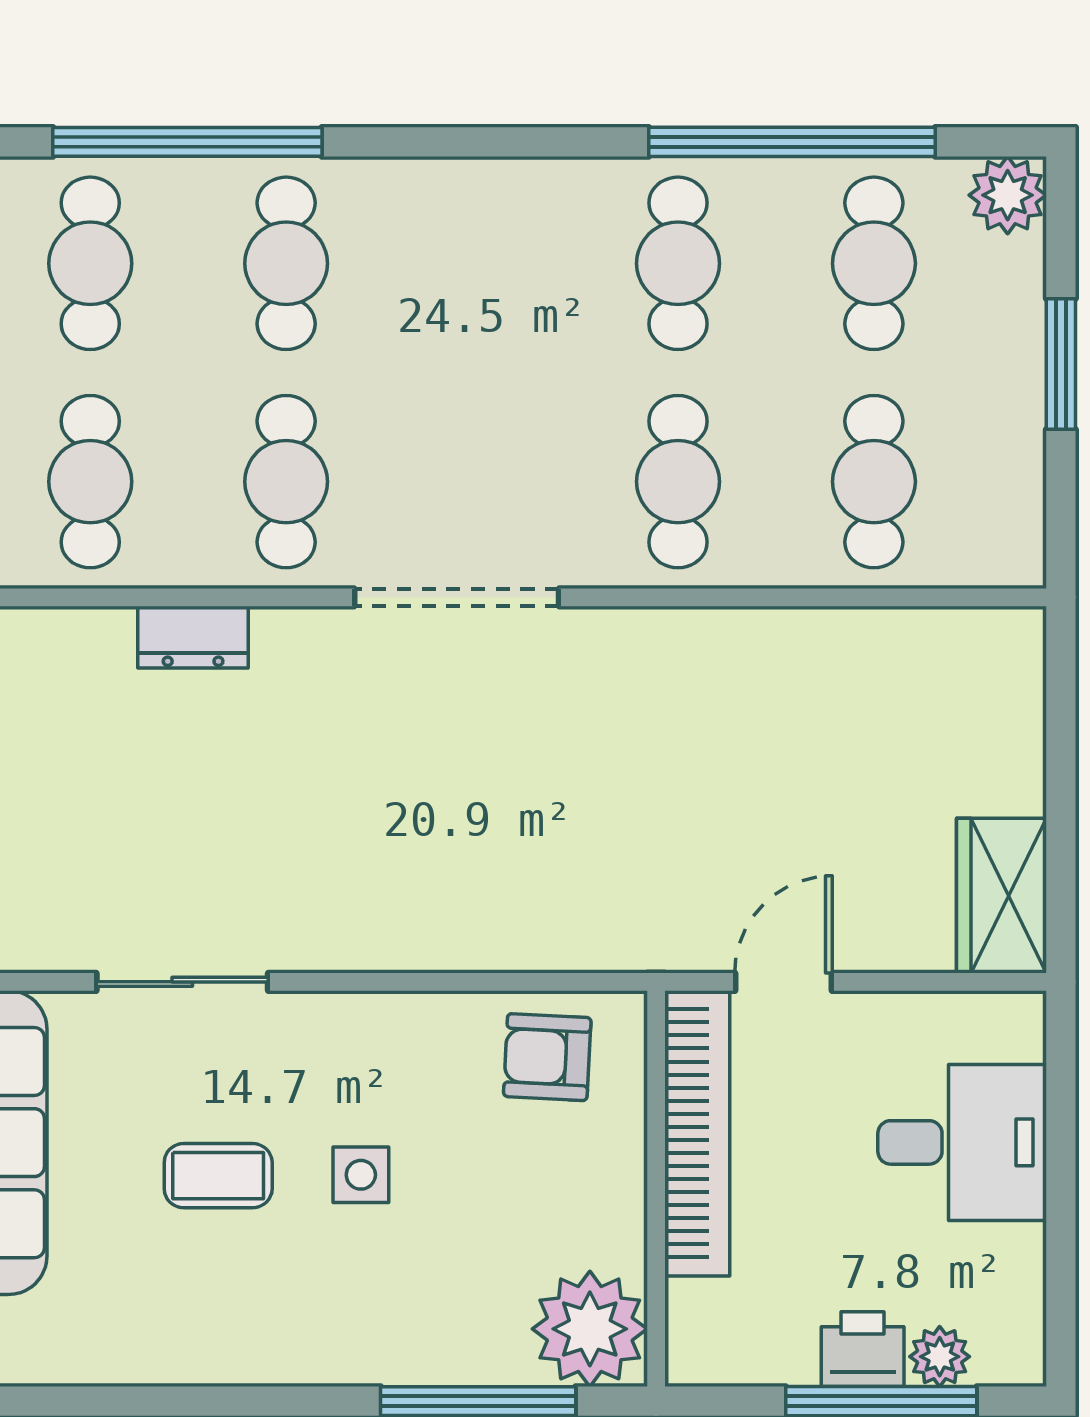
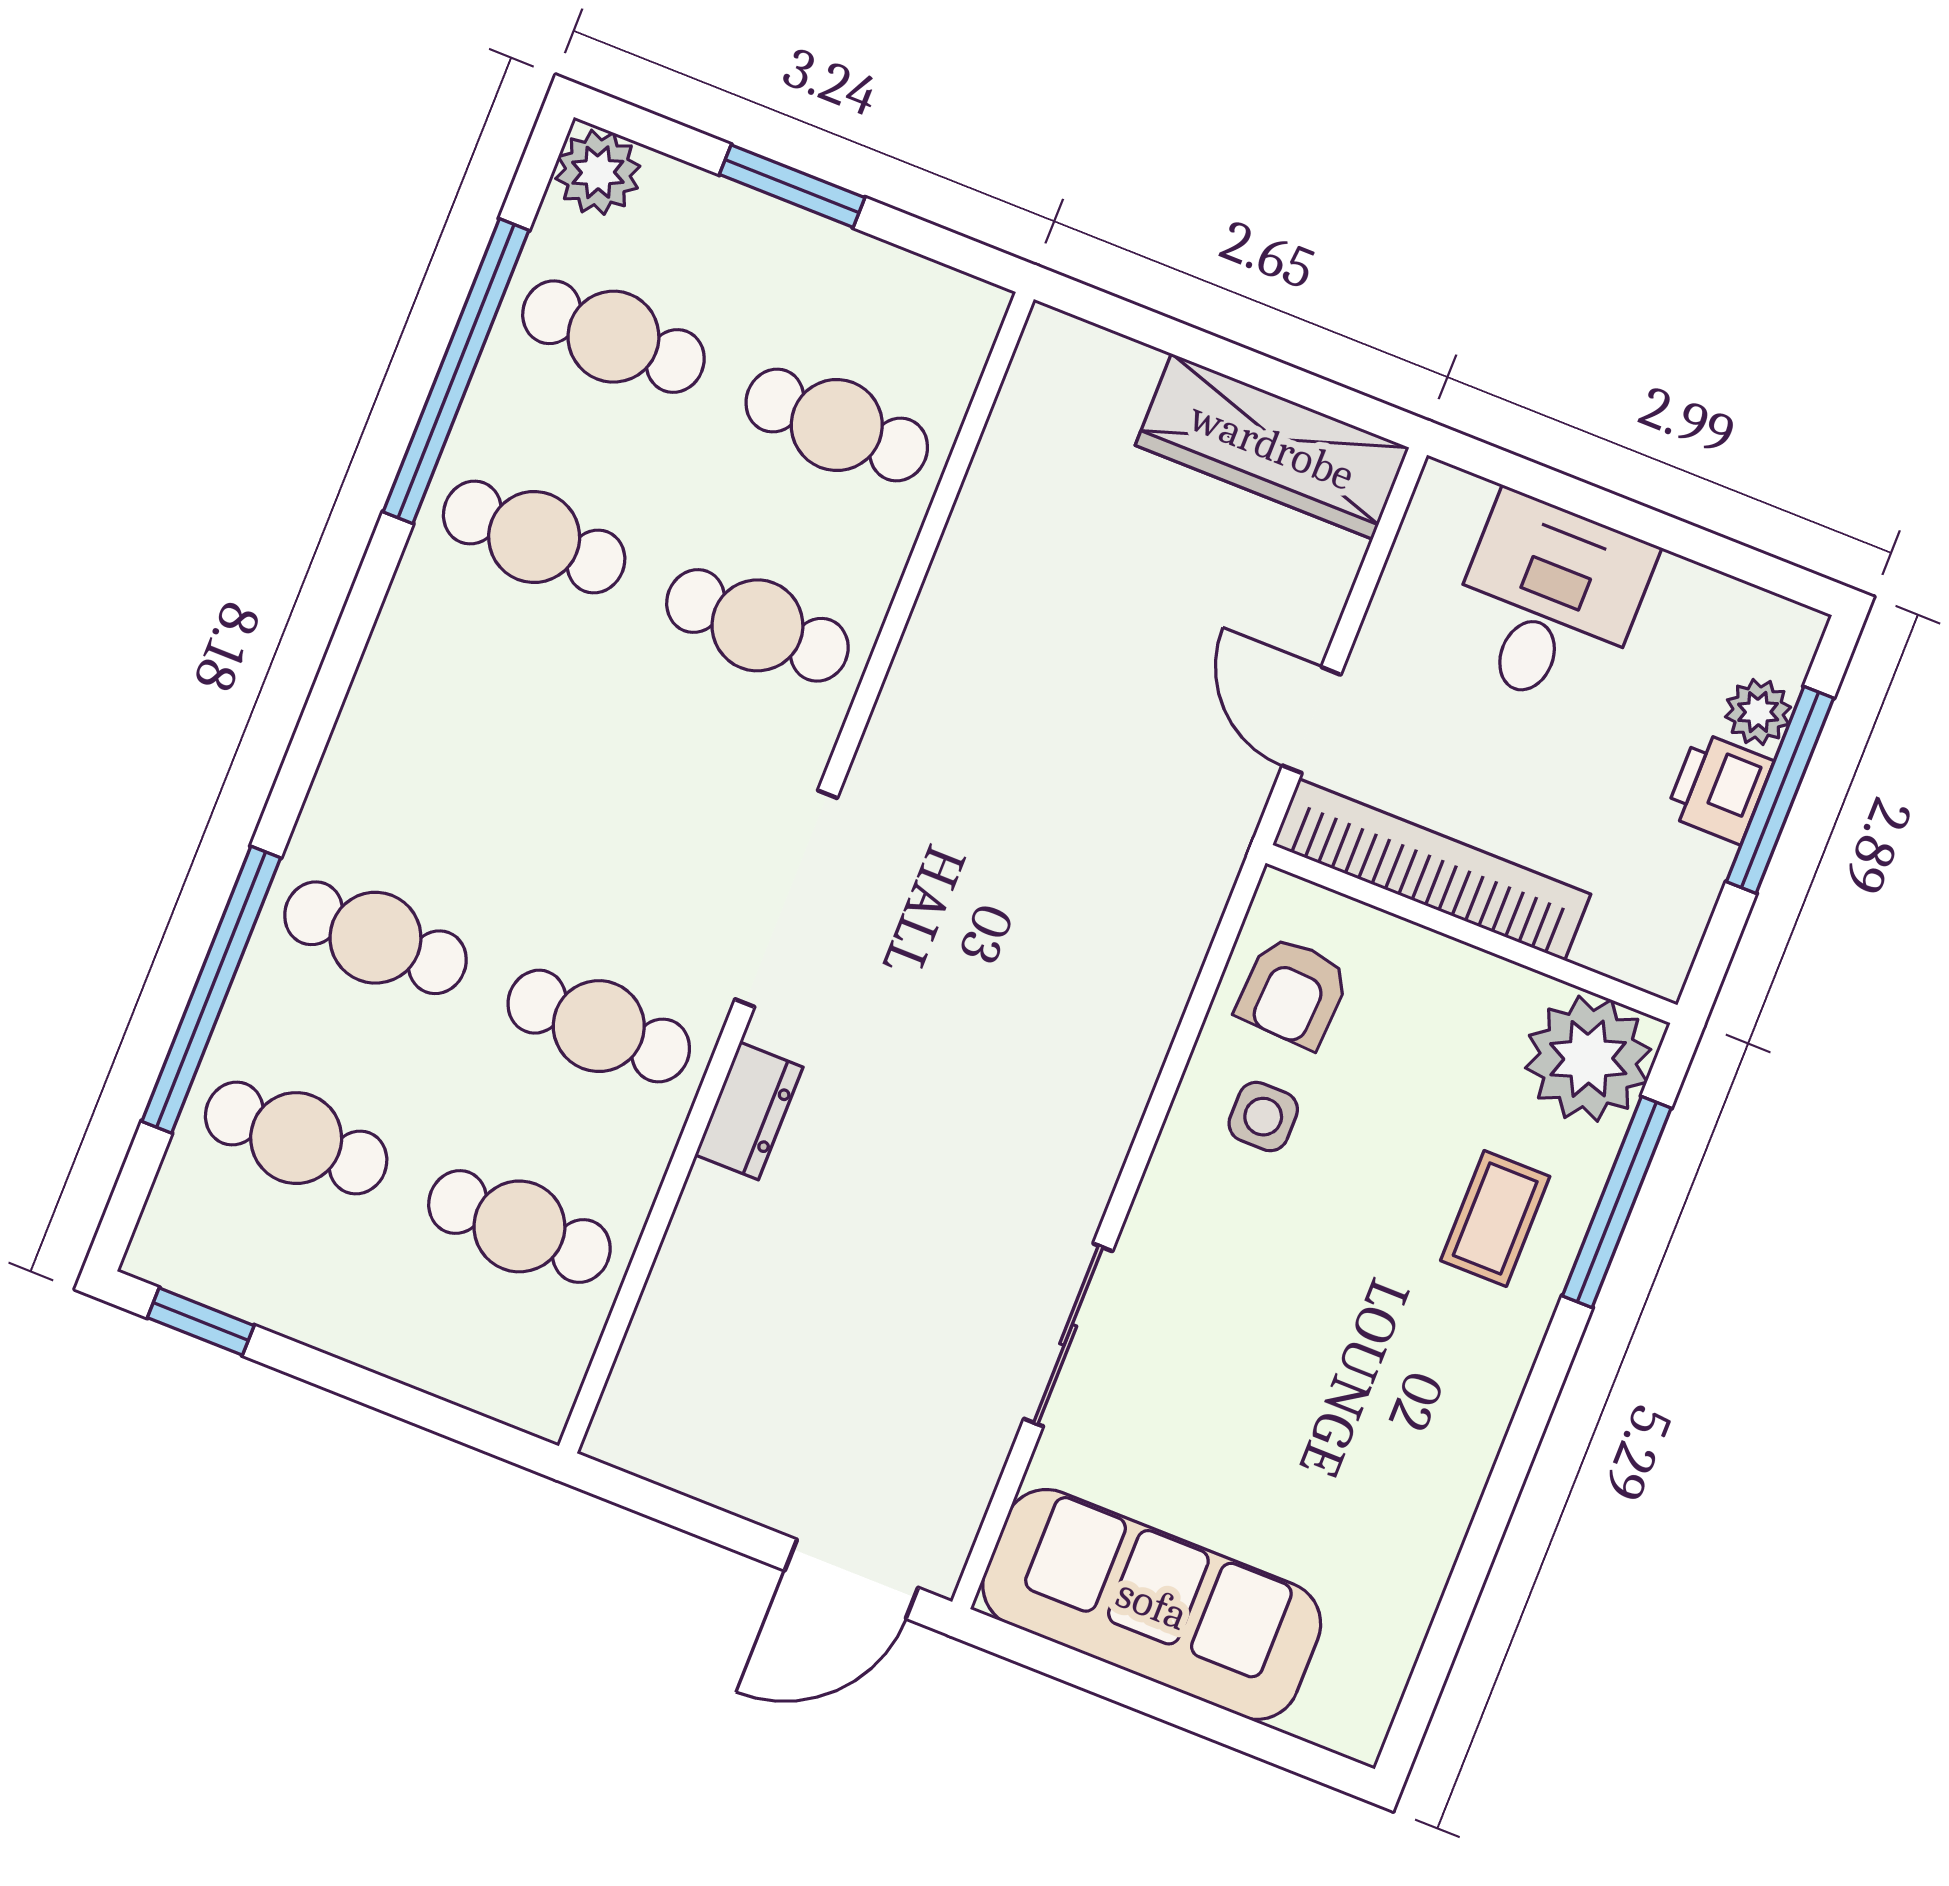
dresser: (193, 637) -> (749, 1111), moved
wardrobe: (1001, 896) -> (1272, 446), width x1.50
side table: (361, 1175) -> (1263, 1117), moved
coffee table: (218, 1176) -> (1495, 1218), moved

